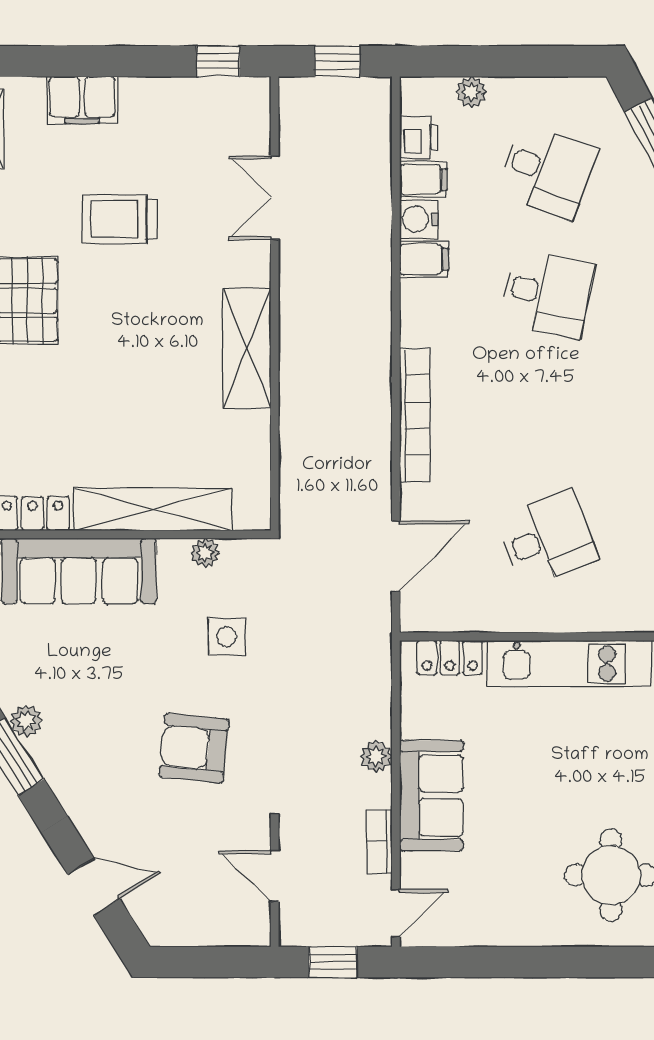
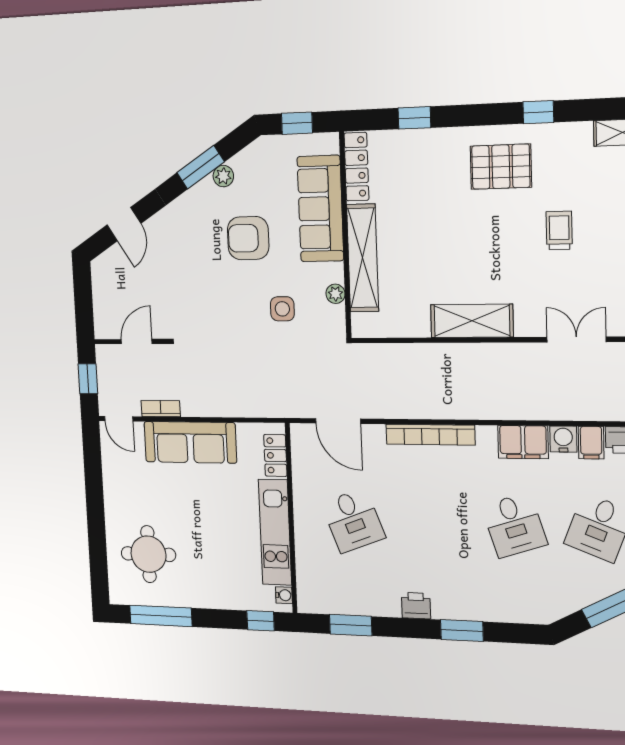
trolley: (119, 219) -> (559, 230), width x0.73, depth x0.72
filing cabinet: (424, 259) -> (523, 442), width x2.00
desk: (547, 293) -> (514, 525), turned -30
armchair: (194, 748) -> (248, 238), moved, turned -96
plant: (376, 756) -> (212, 407), removed
sofa: (431, 795) -> (190, 442), width x1.36

